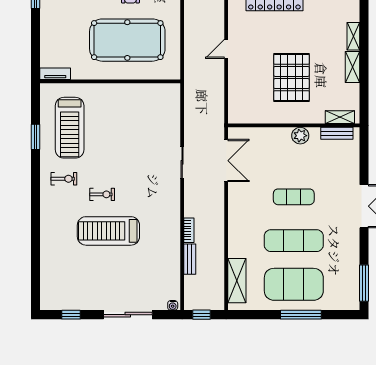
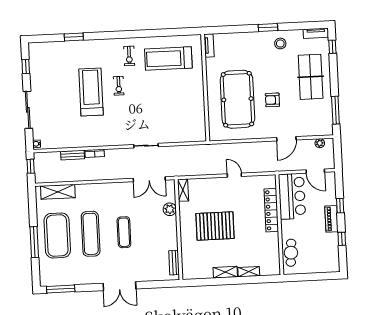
shelving: (340, 117) -> (183, 190), moved
plant: (300, 136) -> (170, 209), moved
window: (35, 137) -> (74, 37), moved

